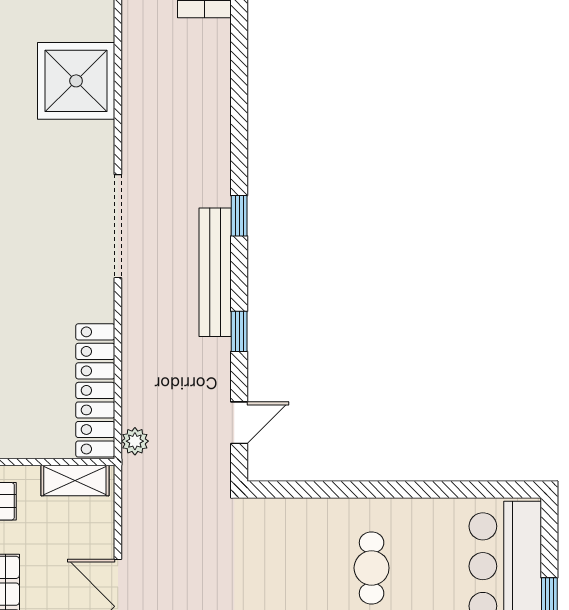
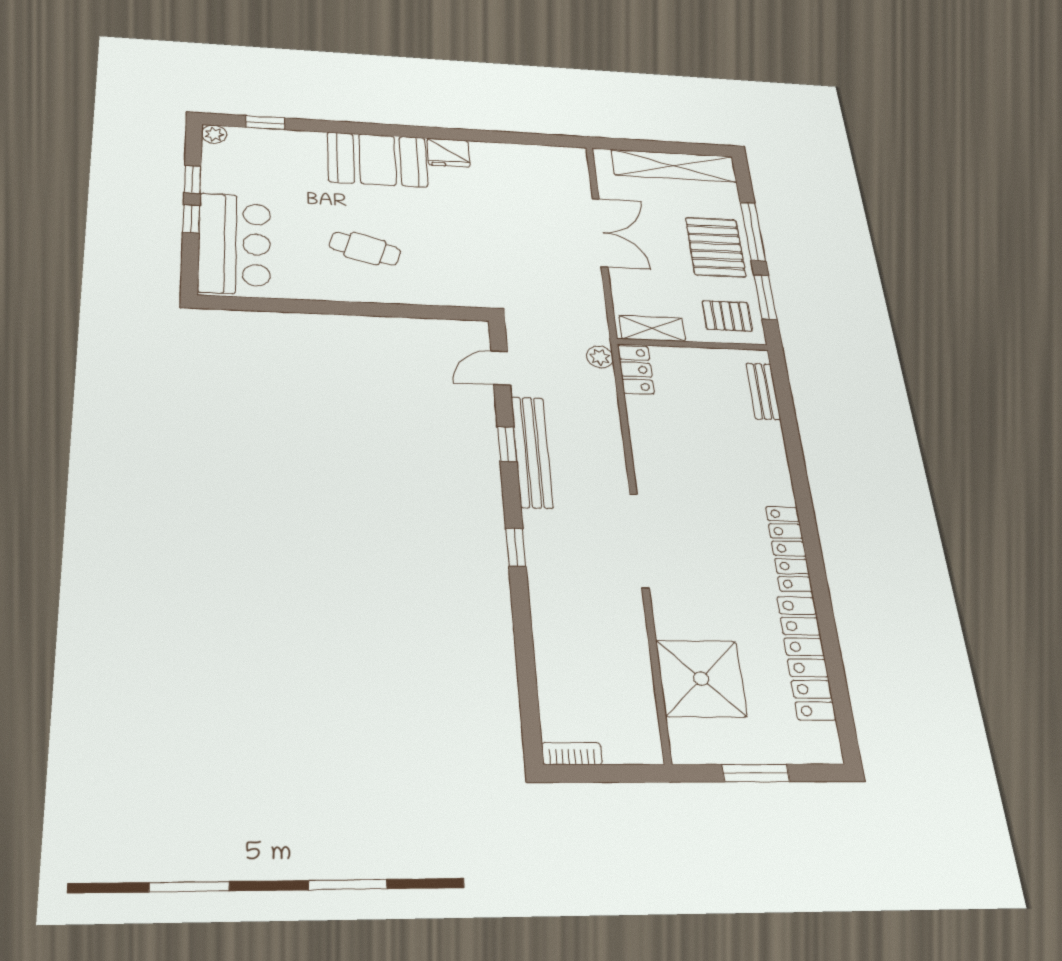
bench: (215, 272) -> (532, 452), moved
locker: (95, 390) -> (636, 370), width x0.46, depth x0.83
cafe table: (372, 568) -> (365, 249), turned -74

